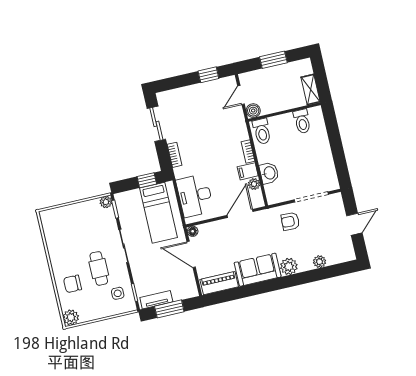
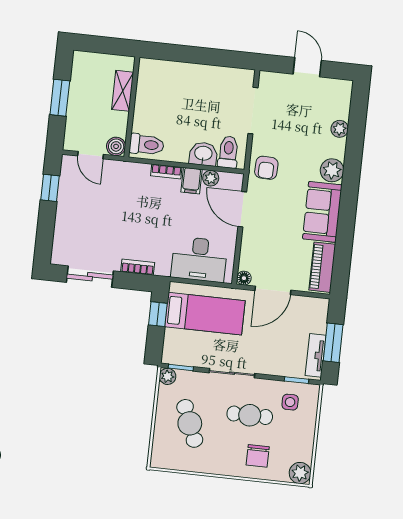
shelving: (311, 89) -> (123, 91), moved, turned 90
toilet: (302, 121) -> (228, 152), moved, turned -90
armchair: (290, 221) -> (266, 168), moved
cafe table: (79, 229) -> (190, 423), added

